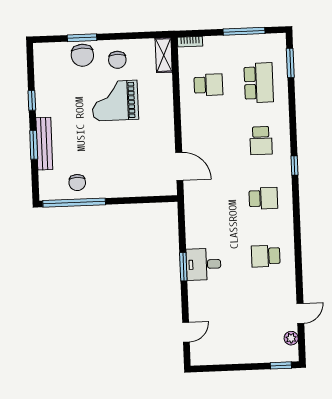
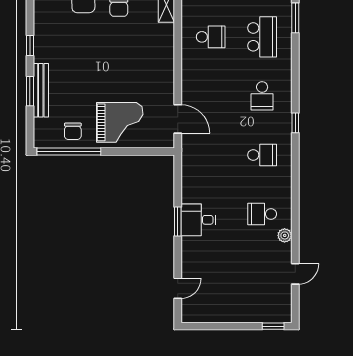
grand piano: (115, 101) -> (120, 122), moved, turned 180
plant: (291, 338) -> (285, 235), moved

